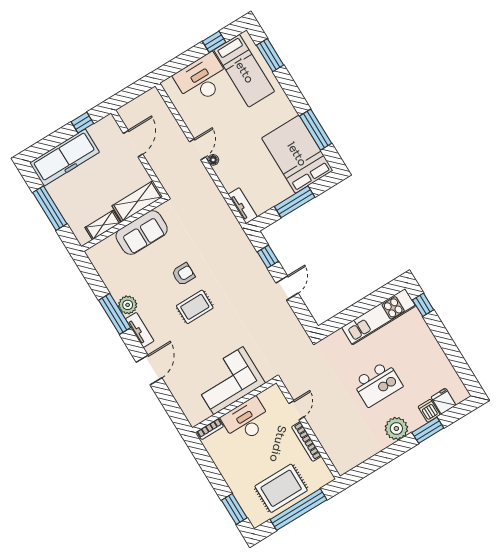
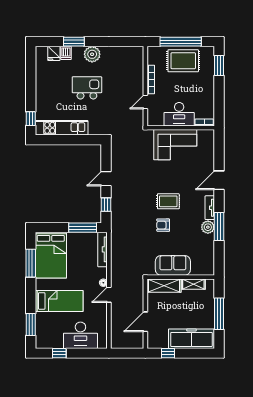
bed: (244, 71) -> (59, 301), moved, turned 90
window: (295, 202) -> (83, 228), moved
tv unit: (243, 206) -> (102, 249), width x1.41

